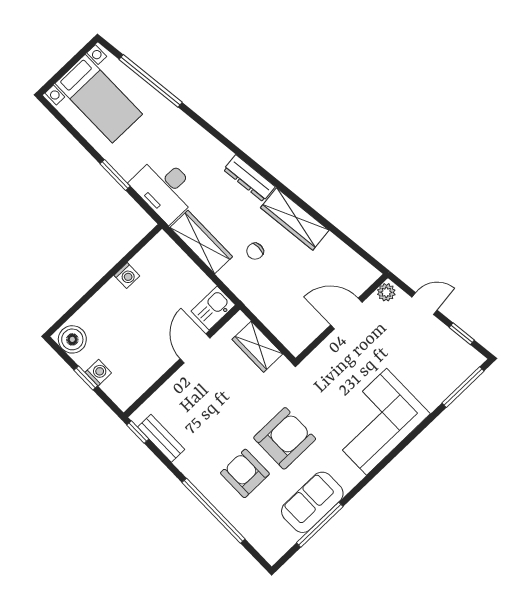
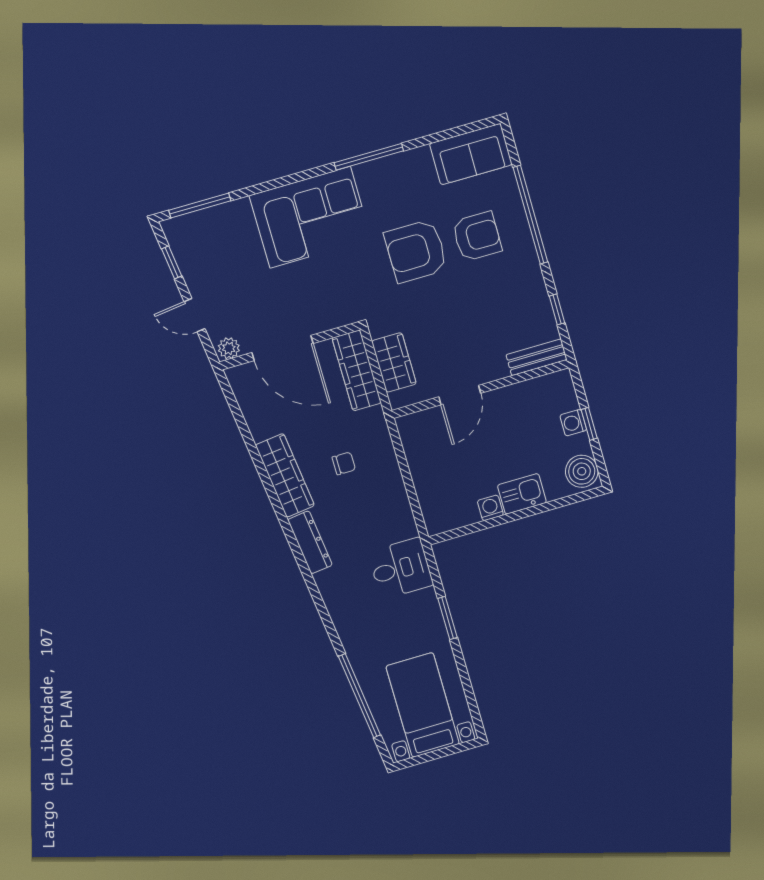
desk: (165, 188) -> (401, 568), width x0.73
wardrobe: (201, 242) -> (357, 370), moved
kitchen sink: (213, 308) -> (522, 494), moved, turned 180
door: (346, 314) -> (282, 348), width x1.36
window: (138, 432) -> (557, 309), moved
bench: (161, 438) -> (537, 357), moved, turned 90
armchair: (245, 473) -> (477, 236), turned -90
sofa: (312, 502) -> (471, 154), moved
window: (320, 525) -> (369, 157), moved

